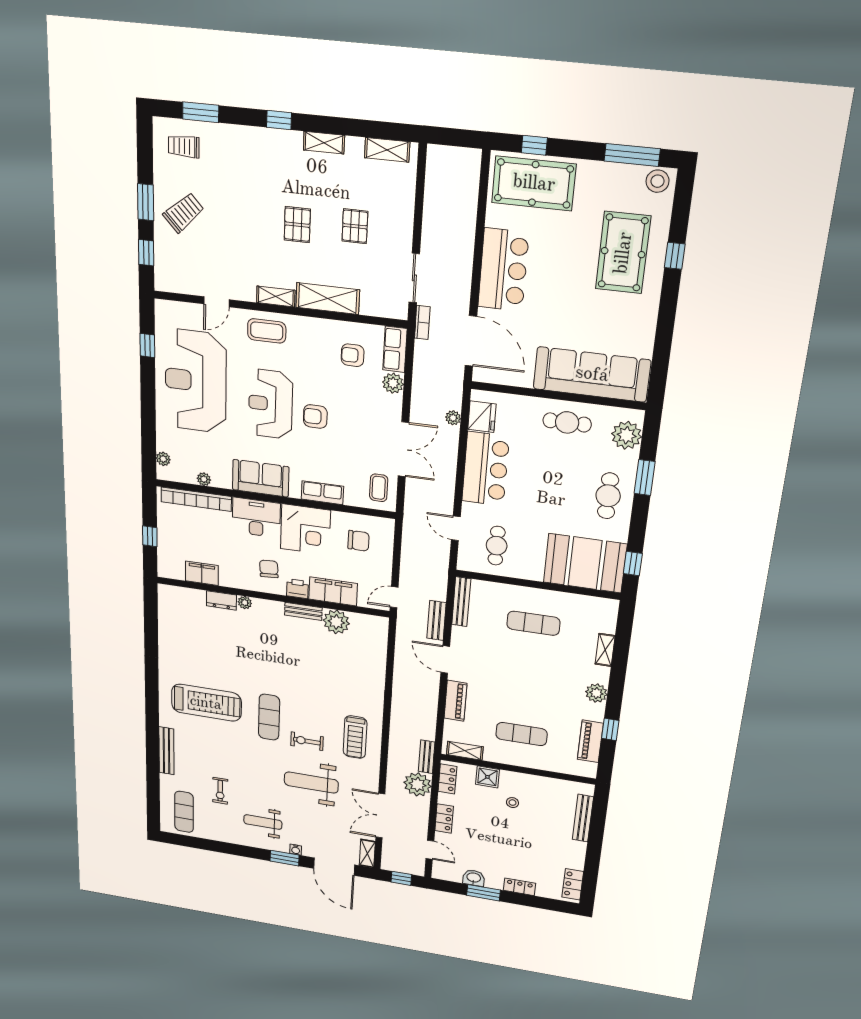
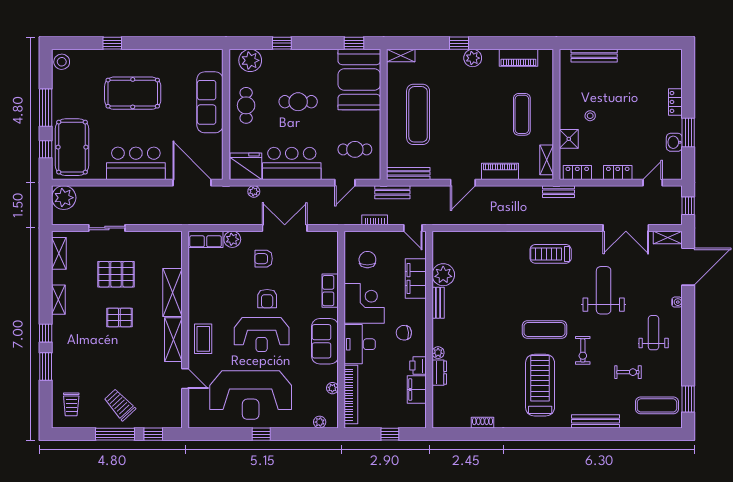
window: (201, 112) -> (46, 367), moved
window: (632, 155) -> (46, 108), moved
window: (146, 202) -> (115, 434), width x1.44
pallet: (355, 226) -> (116, 274), width x1.50, depth x1.42
pool table: (623, 253) -> (133, 93), moved
sliding door: (414, 278) -> (107, 228), moved
shelving: (276, 296) -> (173, 340), width x1.50, depth x1.33
bookcase: (422, 322) -> (375, 220), moved
door: (471, 341) -> (192, 183), hinge flipped
window: (147, 345) -> (261, 434), moved
armchair: (353, 355) -> (264, 259), moved, turned 90
sofa: (592, 374) -> (210, 102), width x0.74, depth x0.79
fridge: (482, 417) -> (246, 166), width x1.36, depth x1.34
window: (645, 478) -> (282, 43), width x0.67
coffee table: (379, 488) -> (319, 246), removed
cafe table: (608, 496) -> (298, 102), moved
printer: (297, 589) -> (418, 366), moved
bench: (436, 620) -> (392, 192), moved
exercise mat: (533, 623) -> (418, 114), width x1.36, depth x1.45
shoe rack: (164, 637) -> (483, 423), added
shelving: (605, 650) -> (401, 56), moved
window: (610, 729) -> (459, 43), moved
treadmill: (355, 737) -> (551, 254), turned 180
exercise bike: (307, 741) -> (583, 350), moved
weight bench: (311, 783) -> (604, 290), turned 180
plant: (418, 784) -> (64, 198), moved
weight bench: (263, 822) -> (654, 333), turned 180
window: (285, 858) -> (688, 399), moved
locker: (573, 884) -> (663, 57), removed

